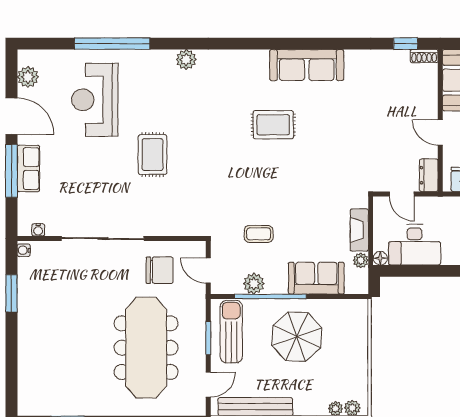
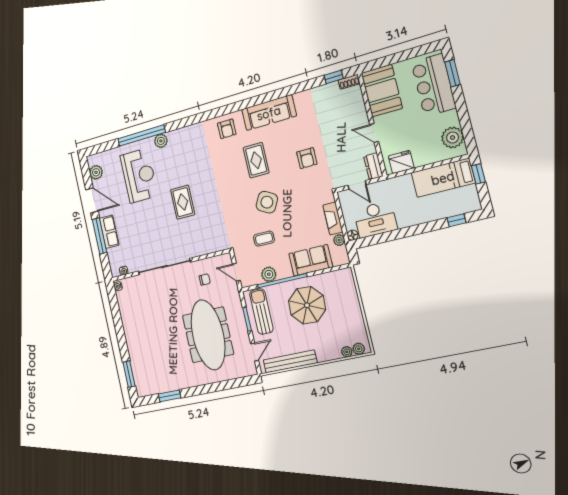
plant: (186, 60) -> (161, 141), moved
armchair: (242, 70) -> (227, 129), added
reception desk: (95, 100) -> (139, 176), turned 180
rug: (273, 125) -> (256, 160), turned 90
armchair: (344, 141) -> (307, 158), added
side table: (274, 186) -> (267, 202), added
chair: (159, 270) -> (205, 280), width x0.54, depth x0.54
window: (11, 293) -> (129, 374), moved

